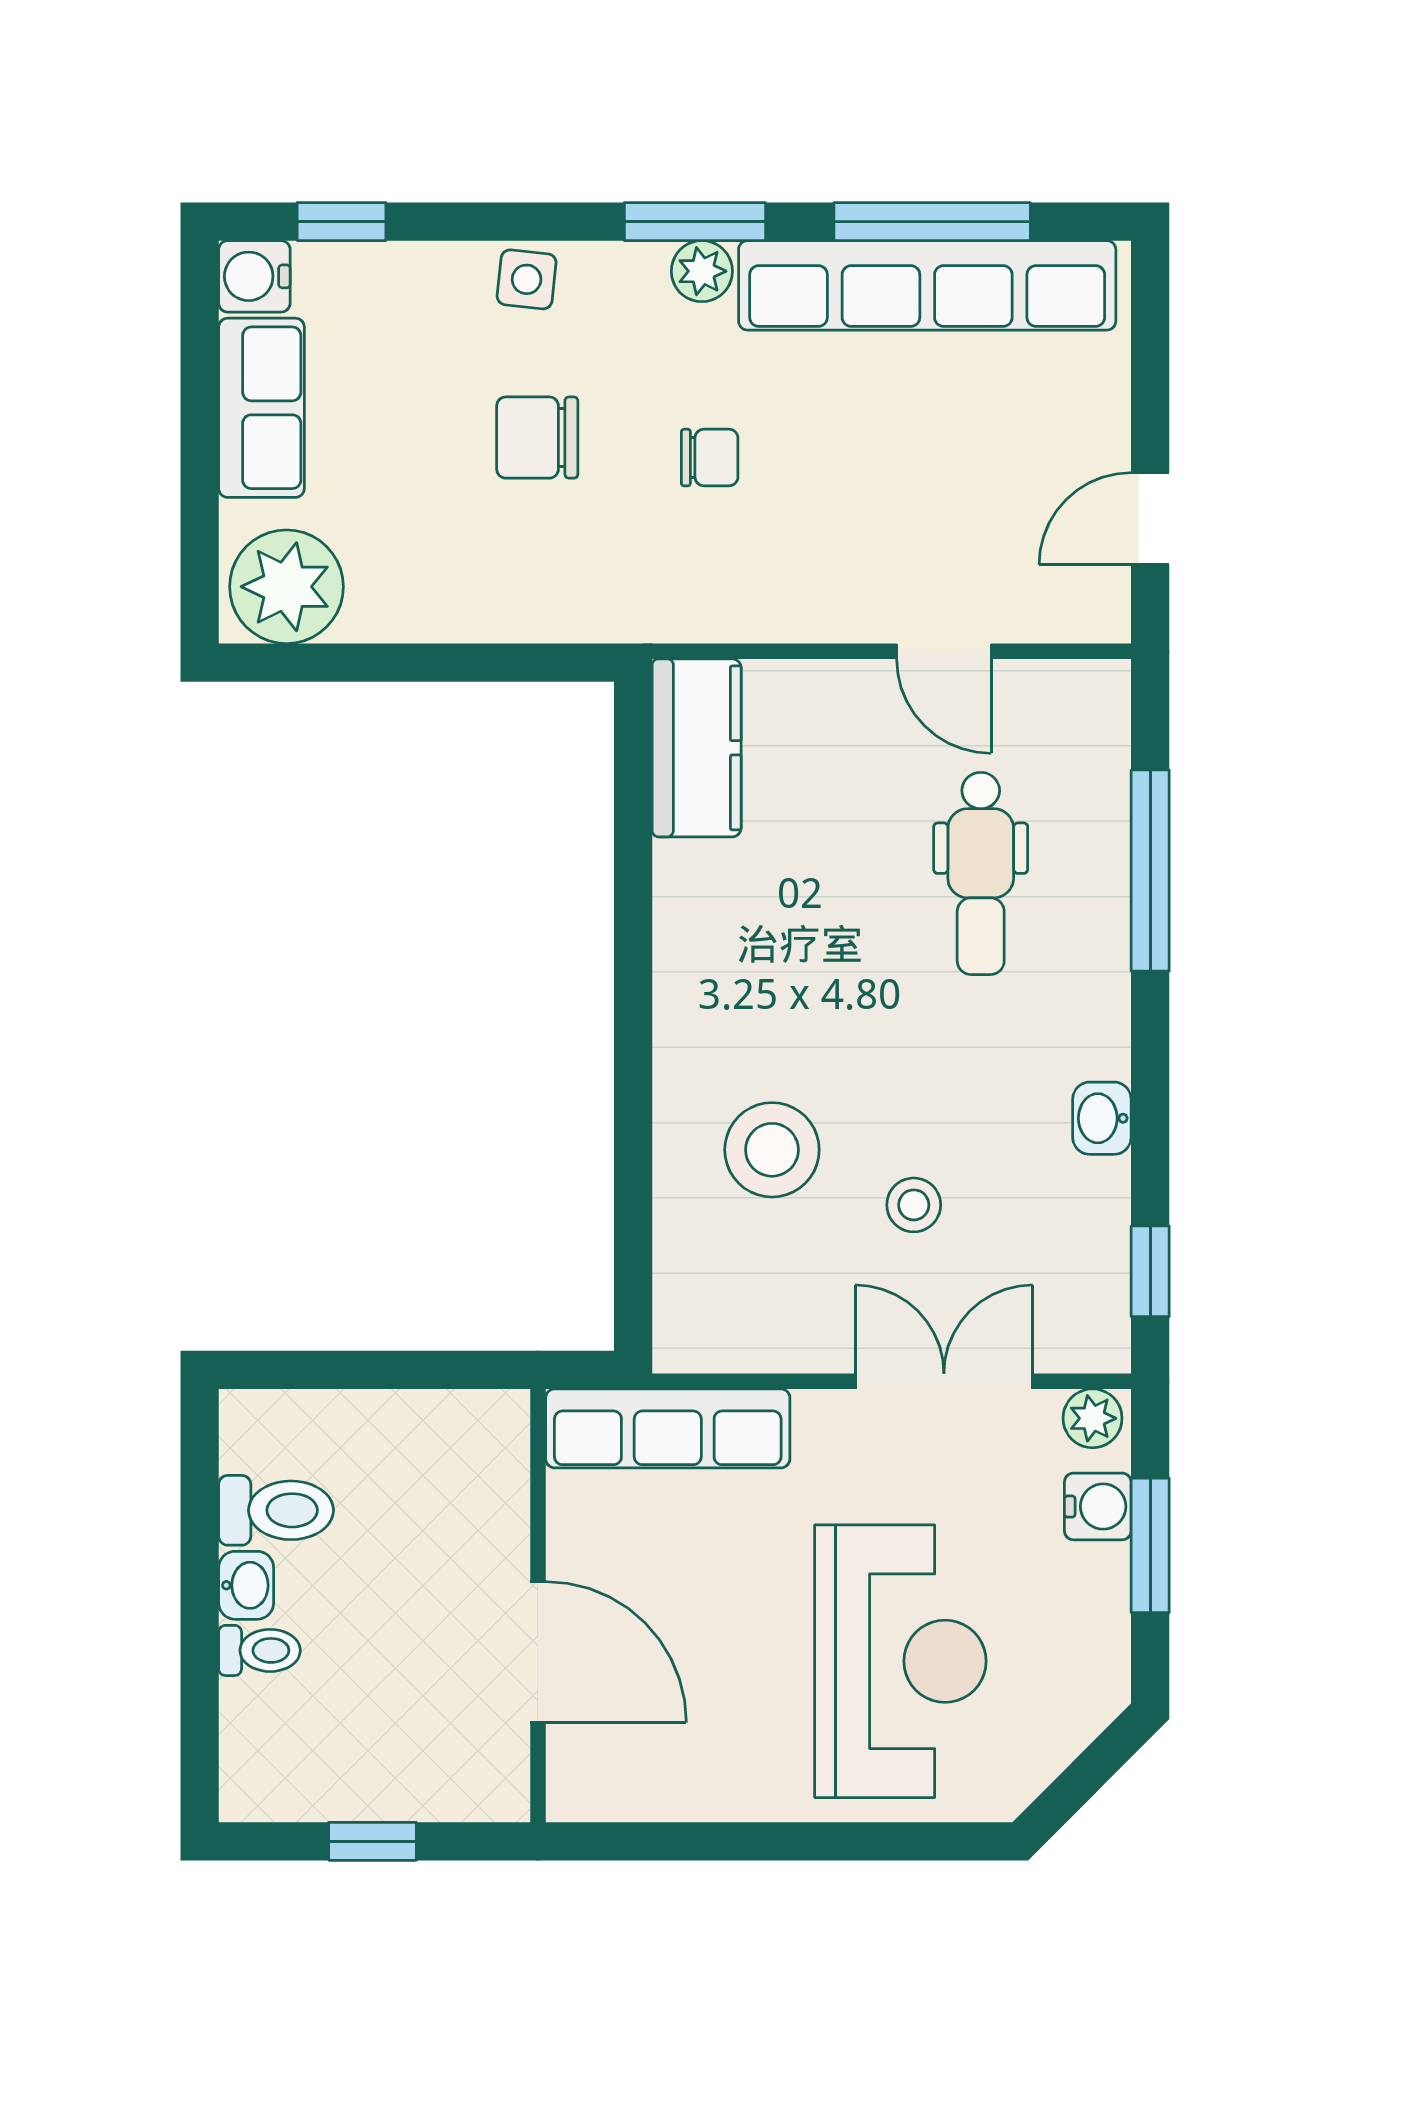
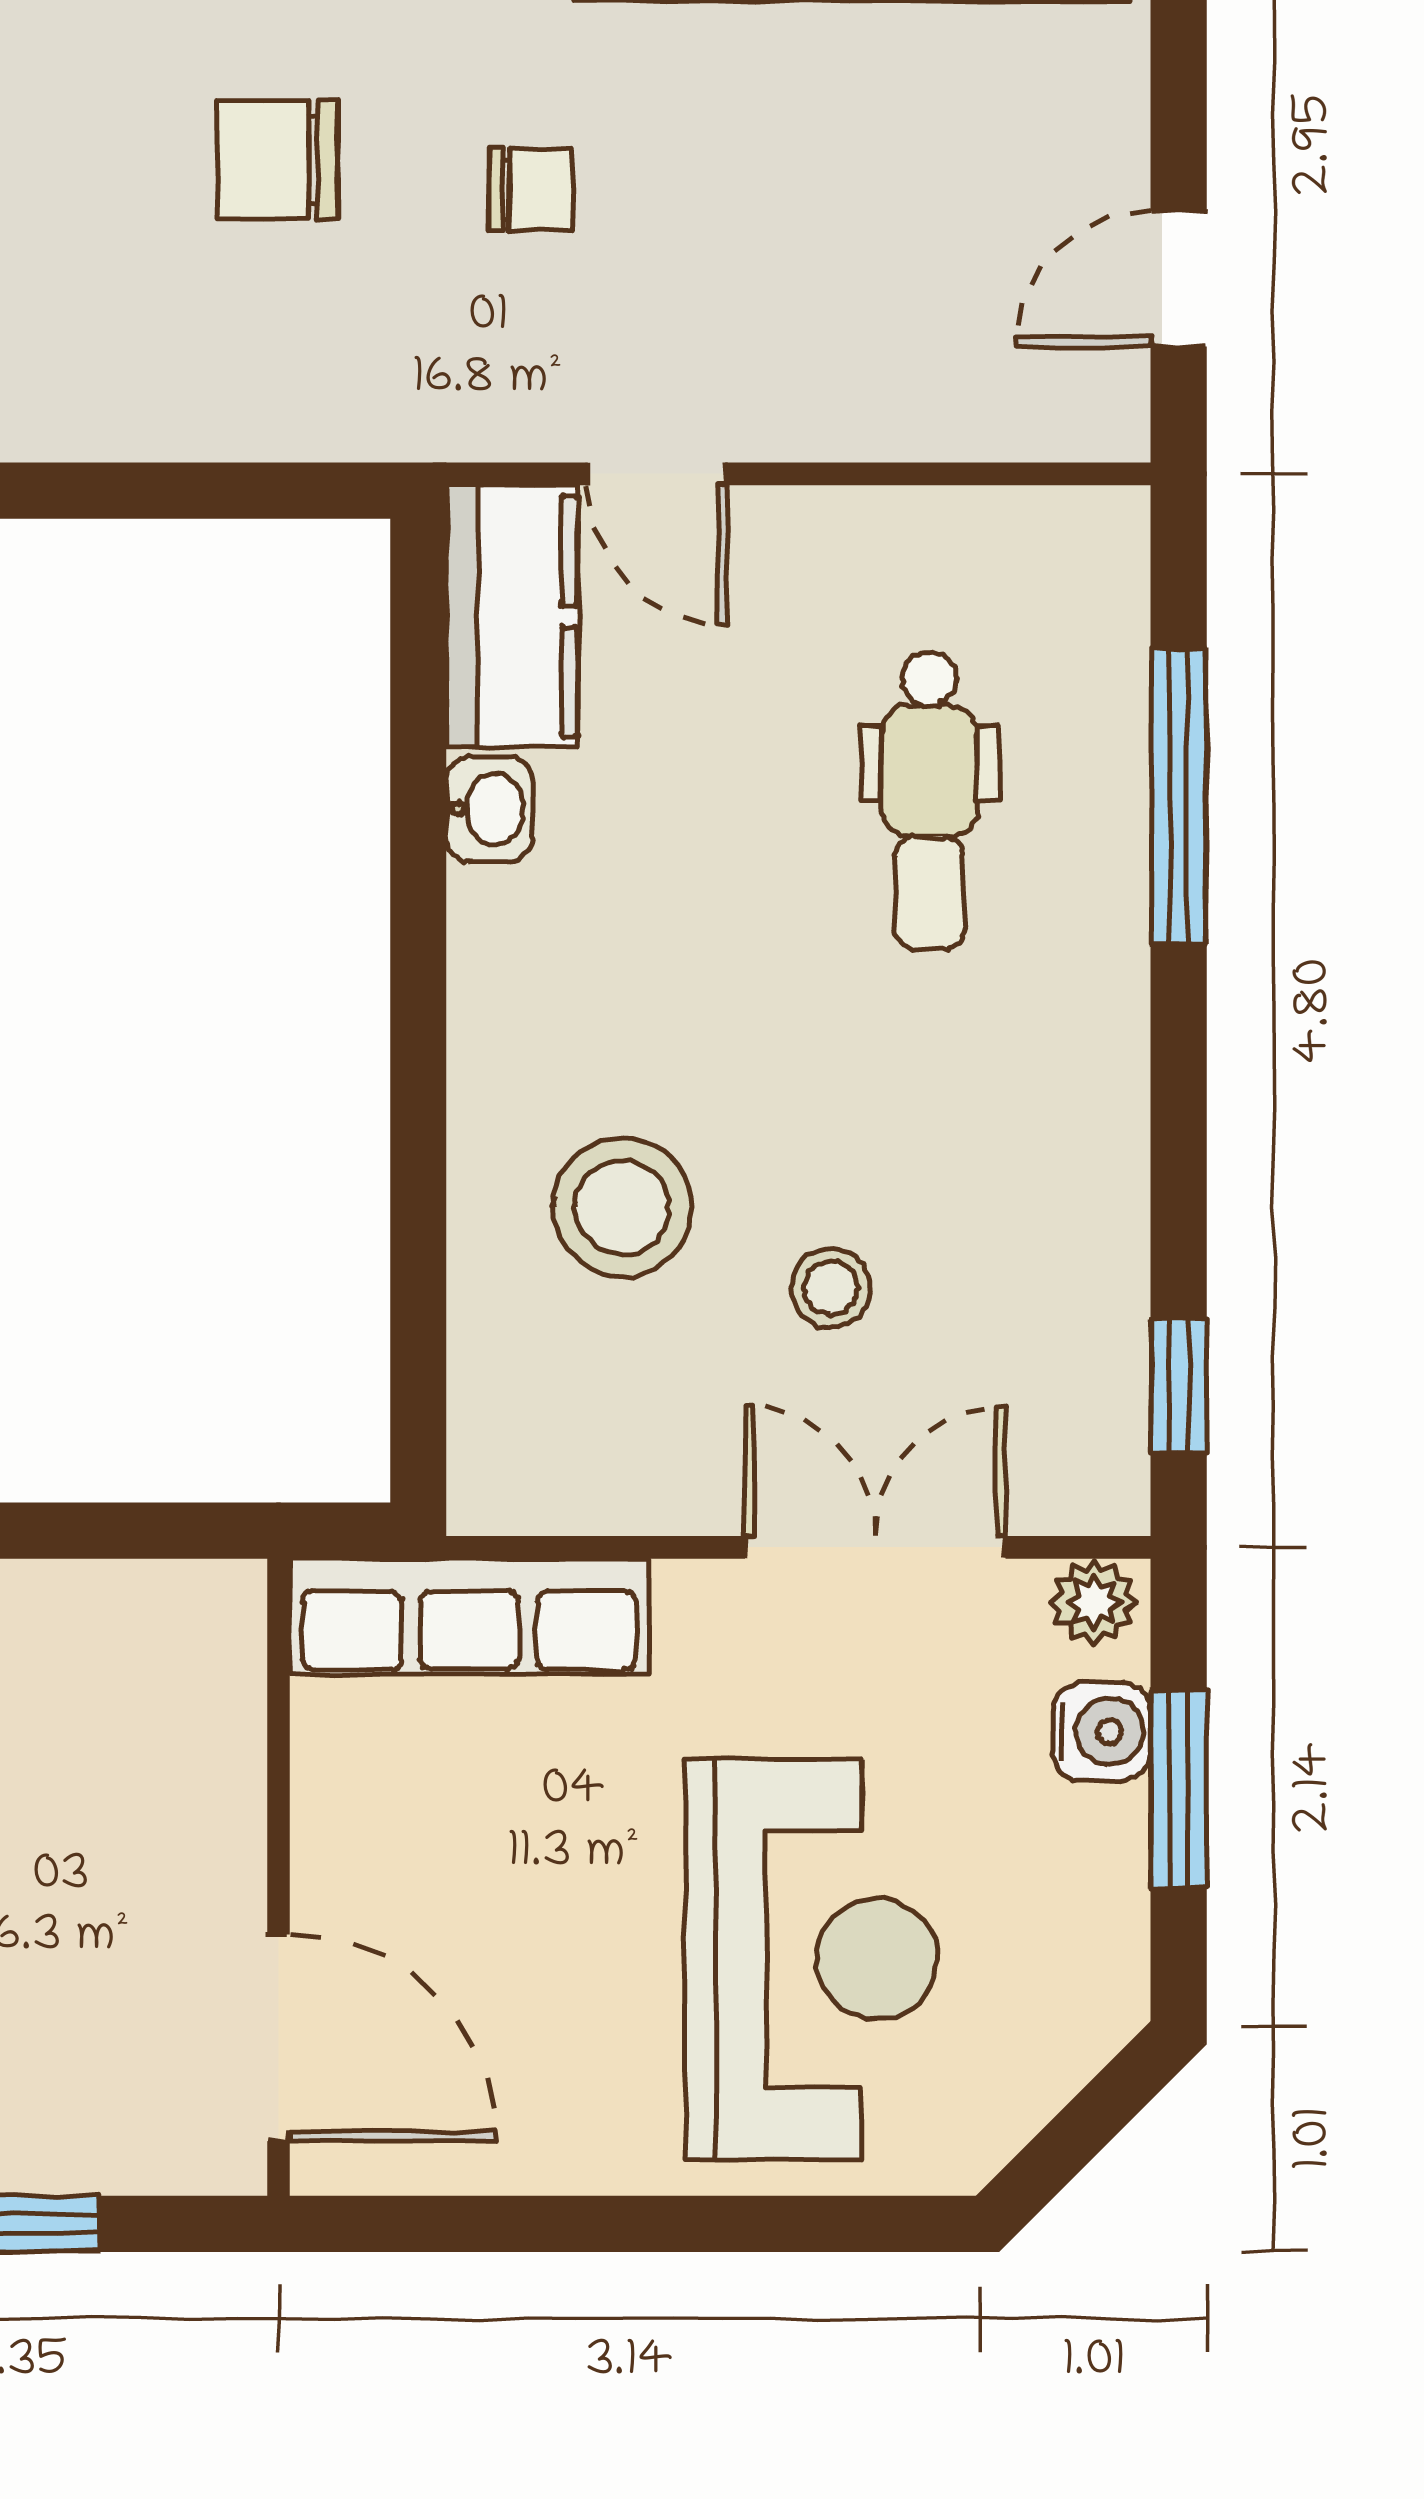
door: (944, 651) -> (657, 474), moved
washbasin: (1102, 1118) -> (489, 809), moved, turned 180
door: (538, 1652) -> (279, 2038), moved

